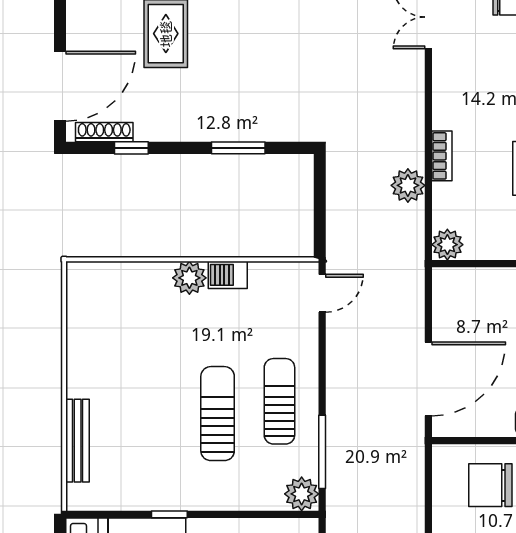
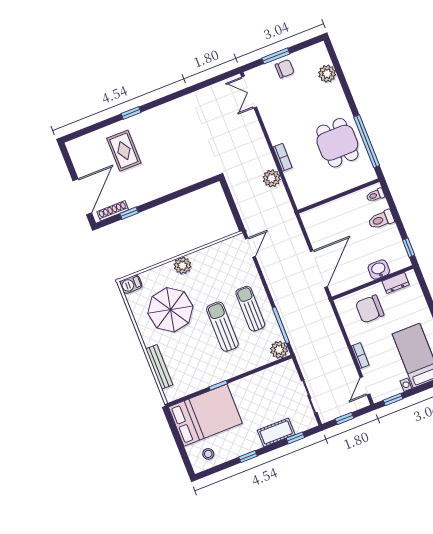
window: (238, 148) -> (181, 193), removed
plant: (447, 245) -> (302, 200), removed
barbecue: (228, 275) -> (131, 284), moved
parasol: (137, 347) -> (170, 310), added

